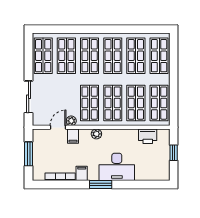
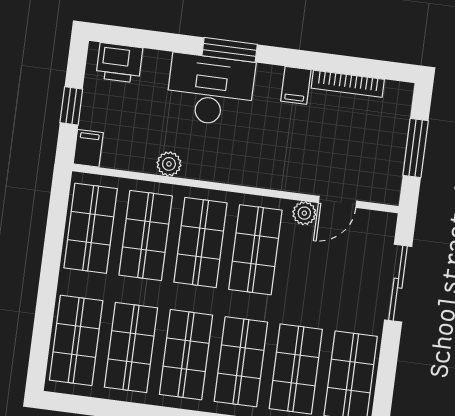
plant: (96, 134) -> (169, 164), moved
filing cabinet: (73, 136) -> (88, 148), moved
printer: (148, 136) -> (119, 63), moved, turned 180
window: (101, 184) -> (230, 50), moved

